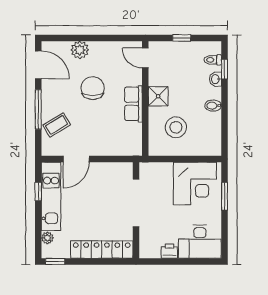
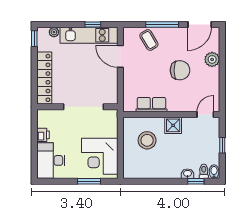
row of seats: (134, 104) -> (151, 105), moved
bidet: (213, 106) -> (214, 172), moved

